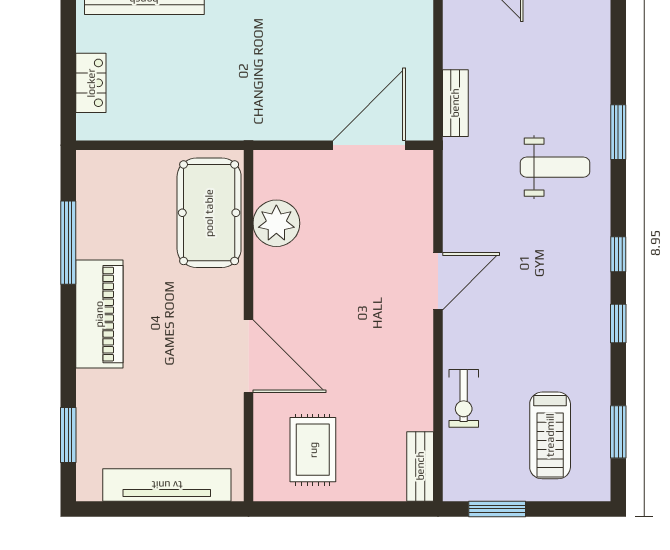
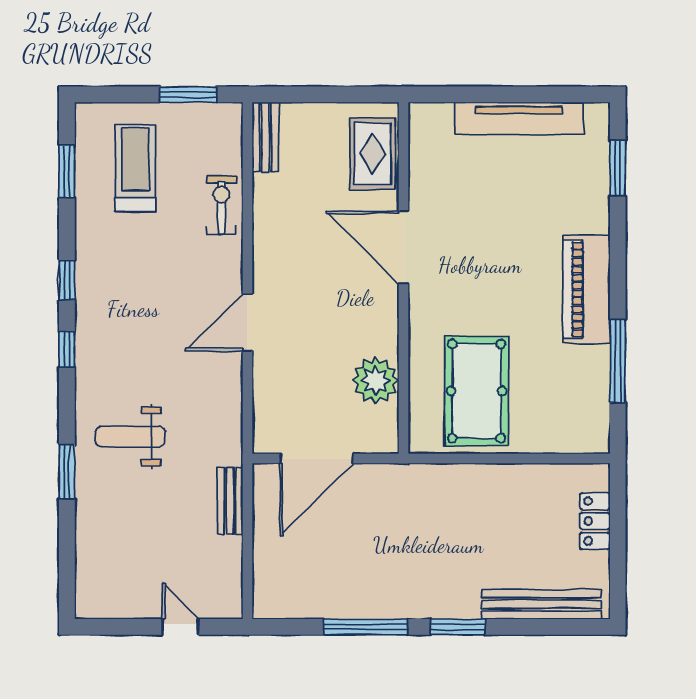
plant: (276, 223) -> (376, 380), moved
wall: (248, 326) -> (404, 278), moved
door: (248, 356) -> (404, 247), moved

